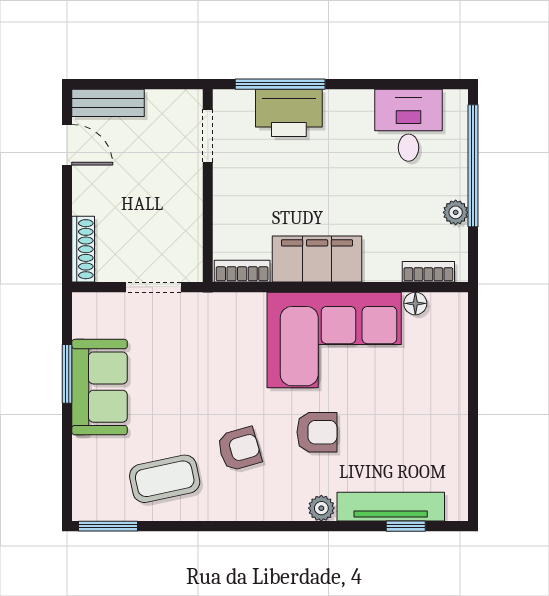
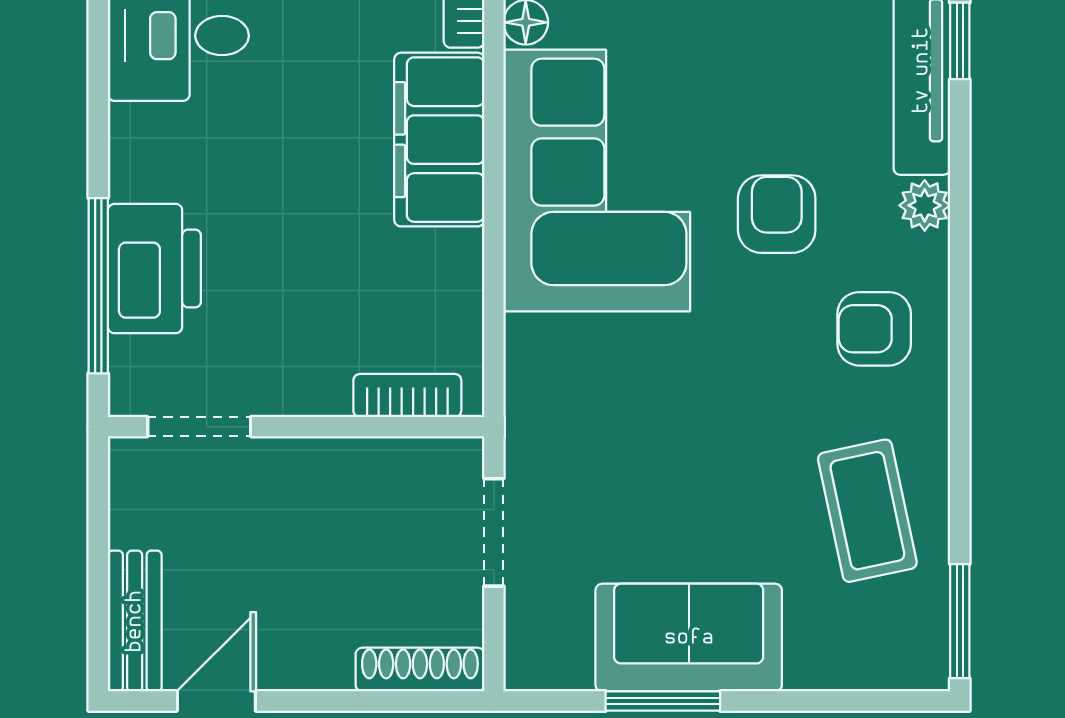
filing cabinet: (317, 259) -> (439, 140), moved
bookcase: (242, 271) -> (407, 396), moved, turned 90
armchair: (239, 449) -> (874, 329), moved, turned -74

